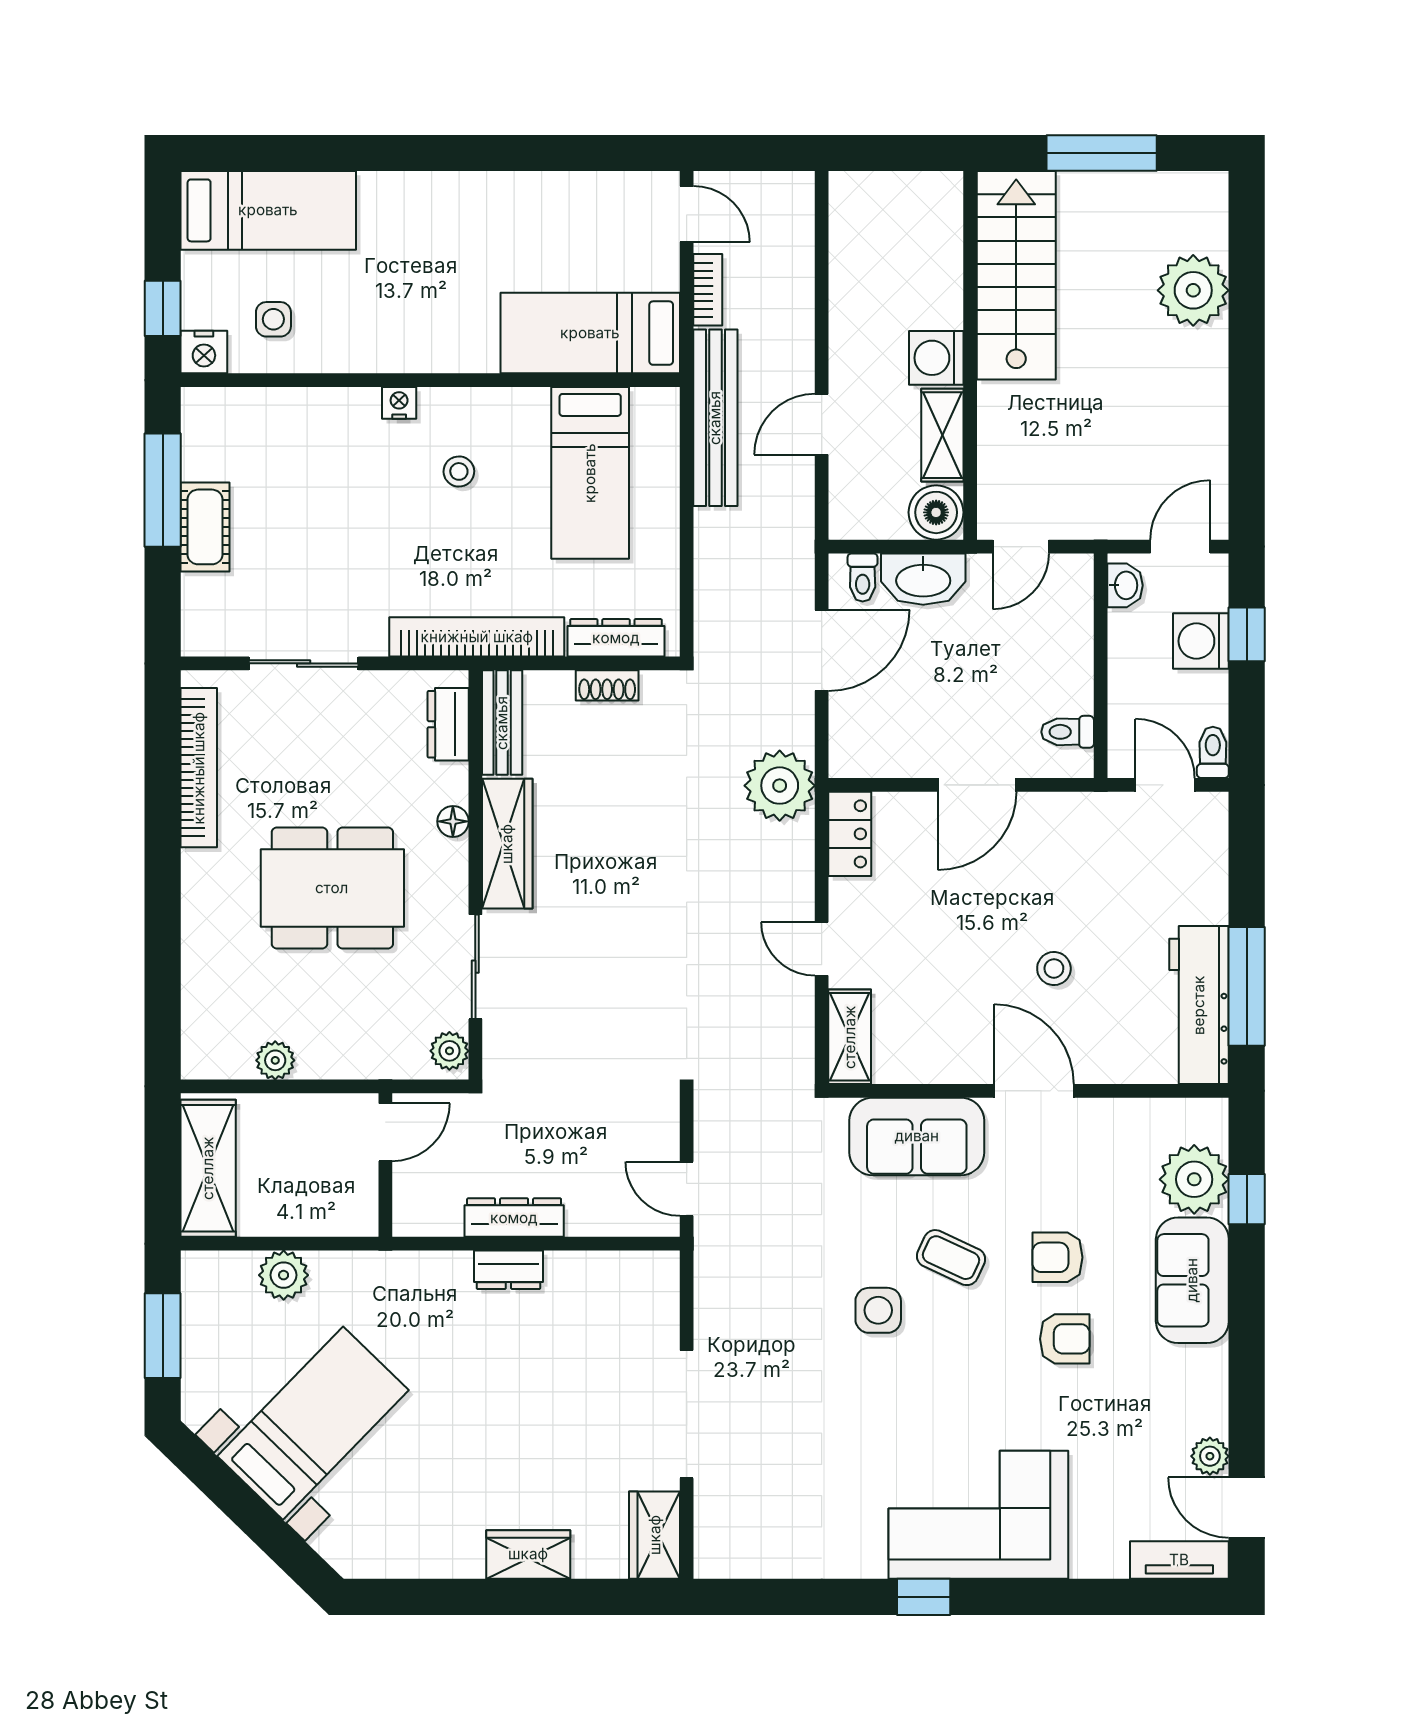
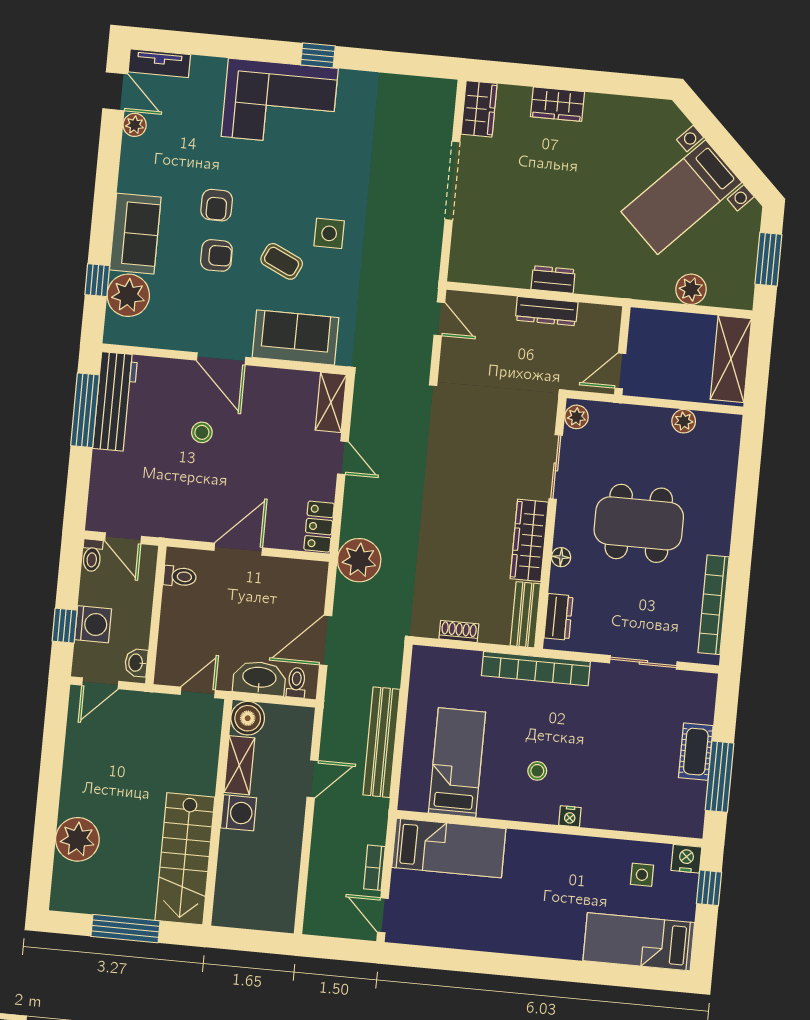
bench: (715, 418) -> (382, 742), moved
dresser: (616, 638) -> (451, 660), removed
armchair: (1065, 1339) -> (217, 205), turned -90

